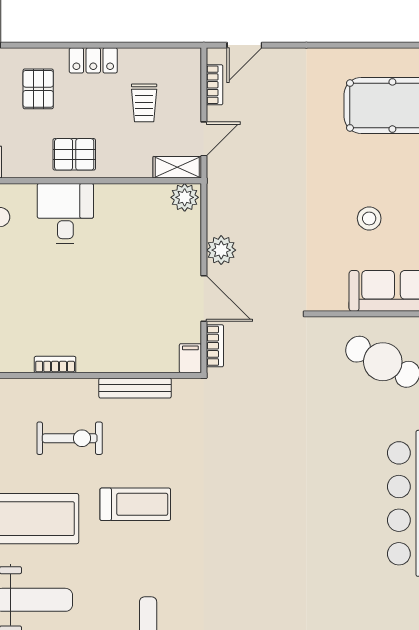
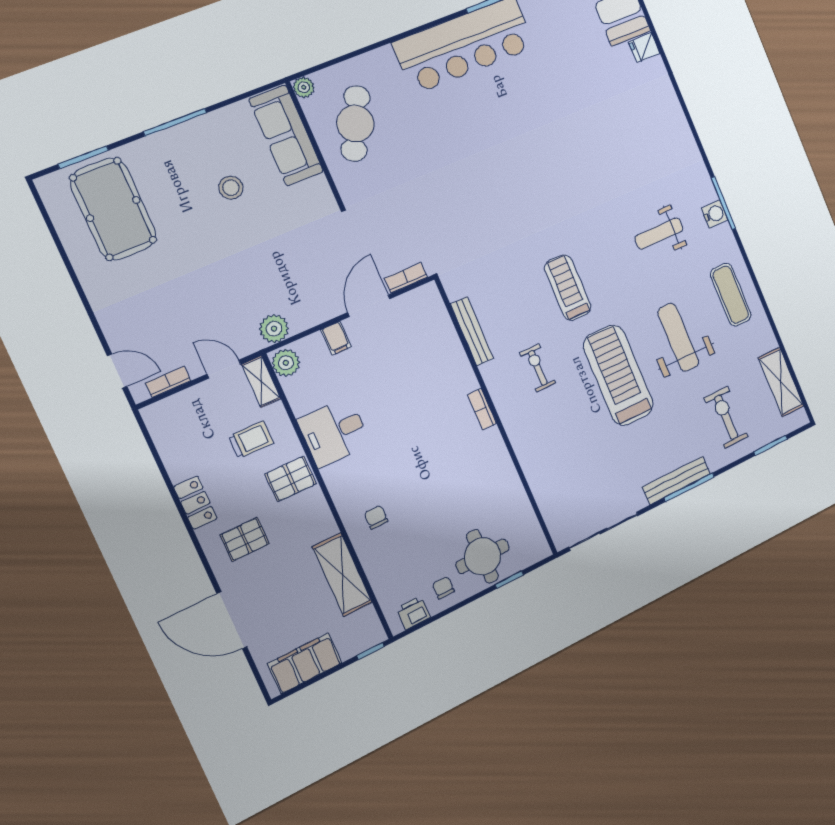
trolley: (144, 103) -> (251, 440), moved
pallet: (74, 154) -> (291, 479), turned 90
desk: (65, 213) -> (334, 432), moved
plant: (221, 250) -> (274, 329), moved
filing cabinet: (190, 358) -> (336, 338), moved, turned -90
exercise bike: (70, 438) -> (538, 368), width x0.73, depth x0.72

